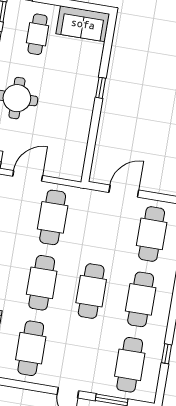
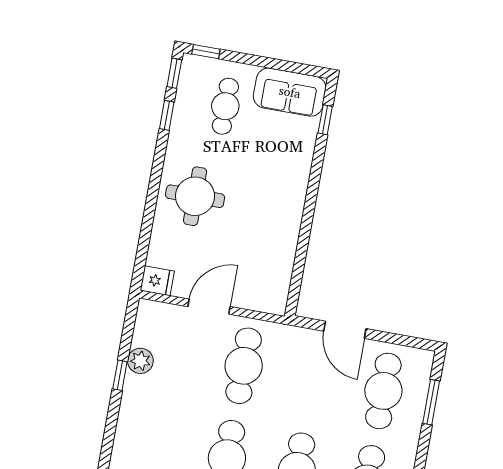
window: (101, 88) -> (325, 120), moved
door: (124, 191) -> (345, 330), swing flipped

